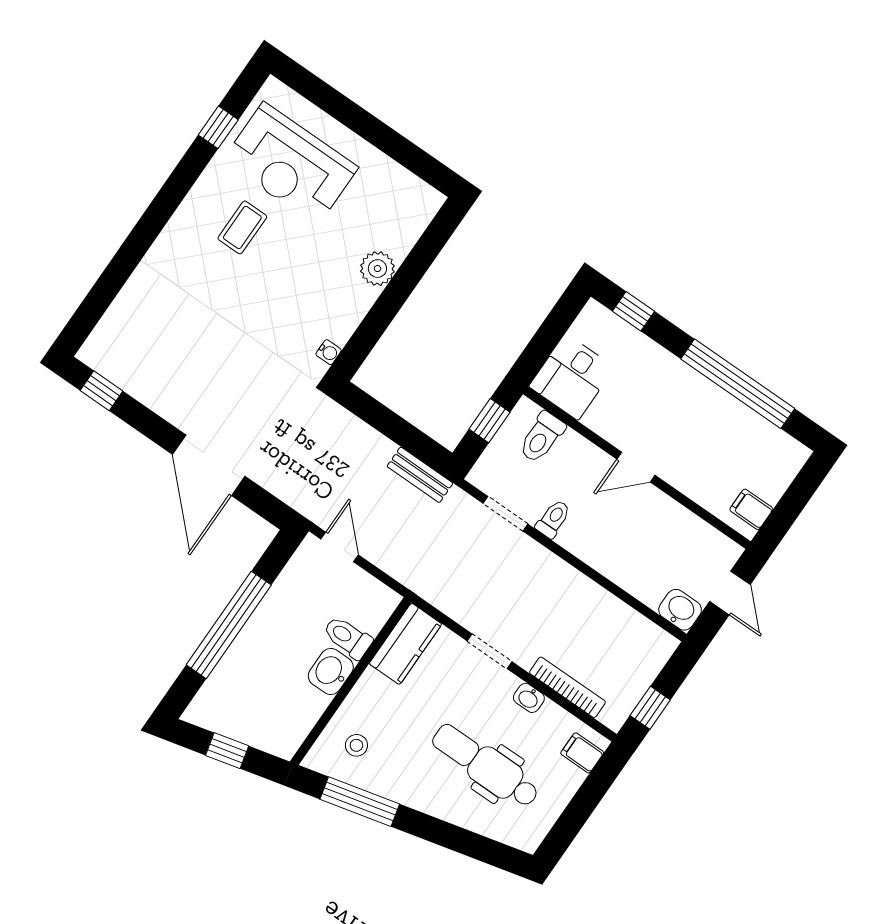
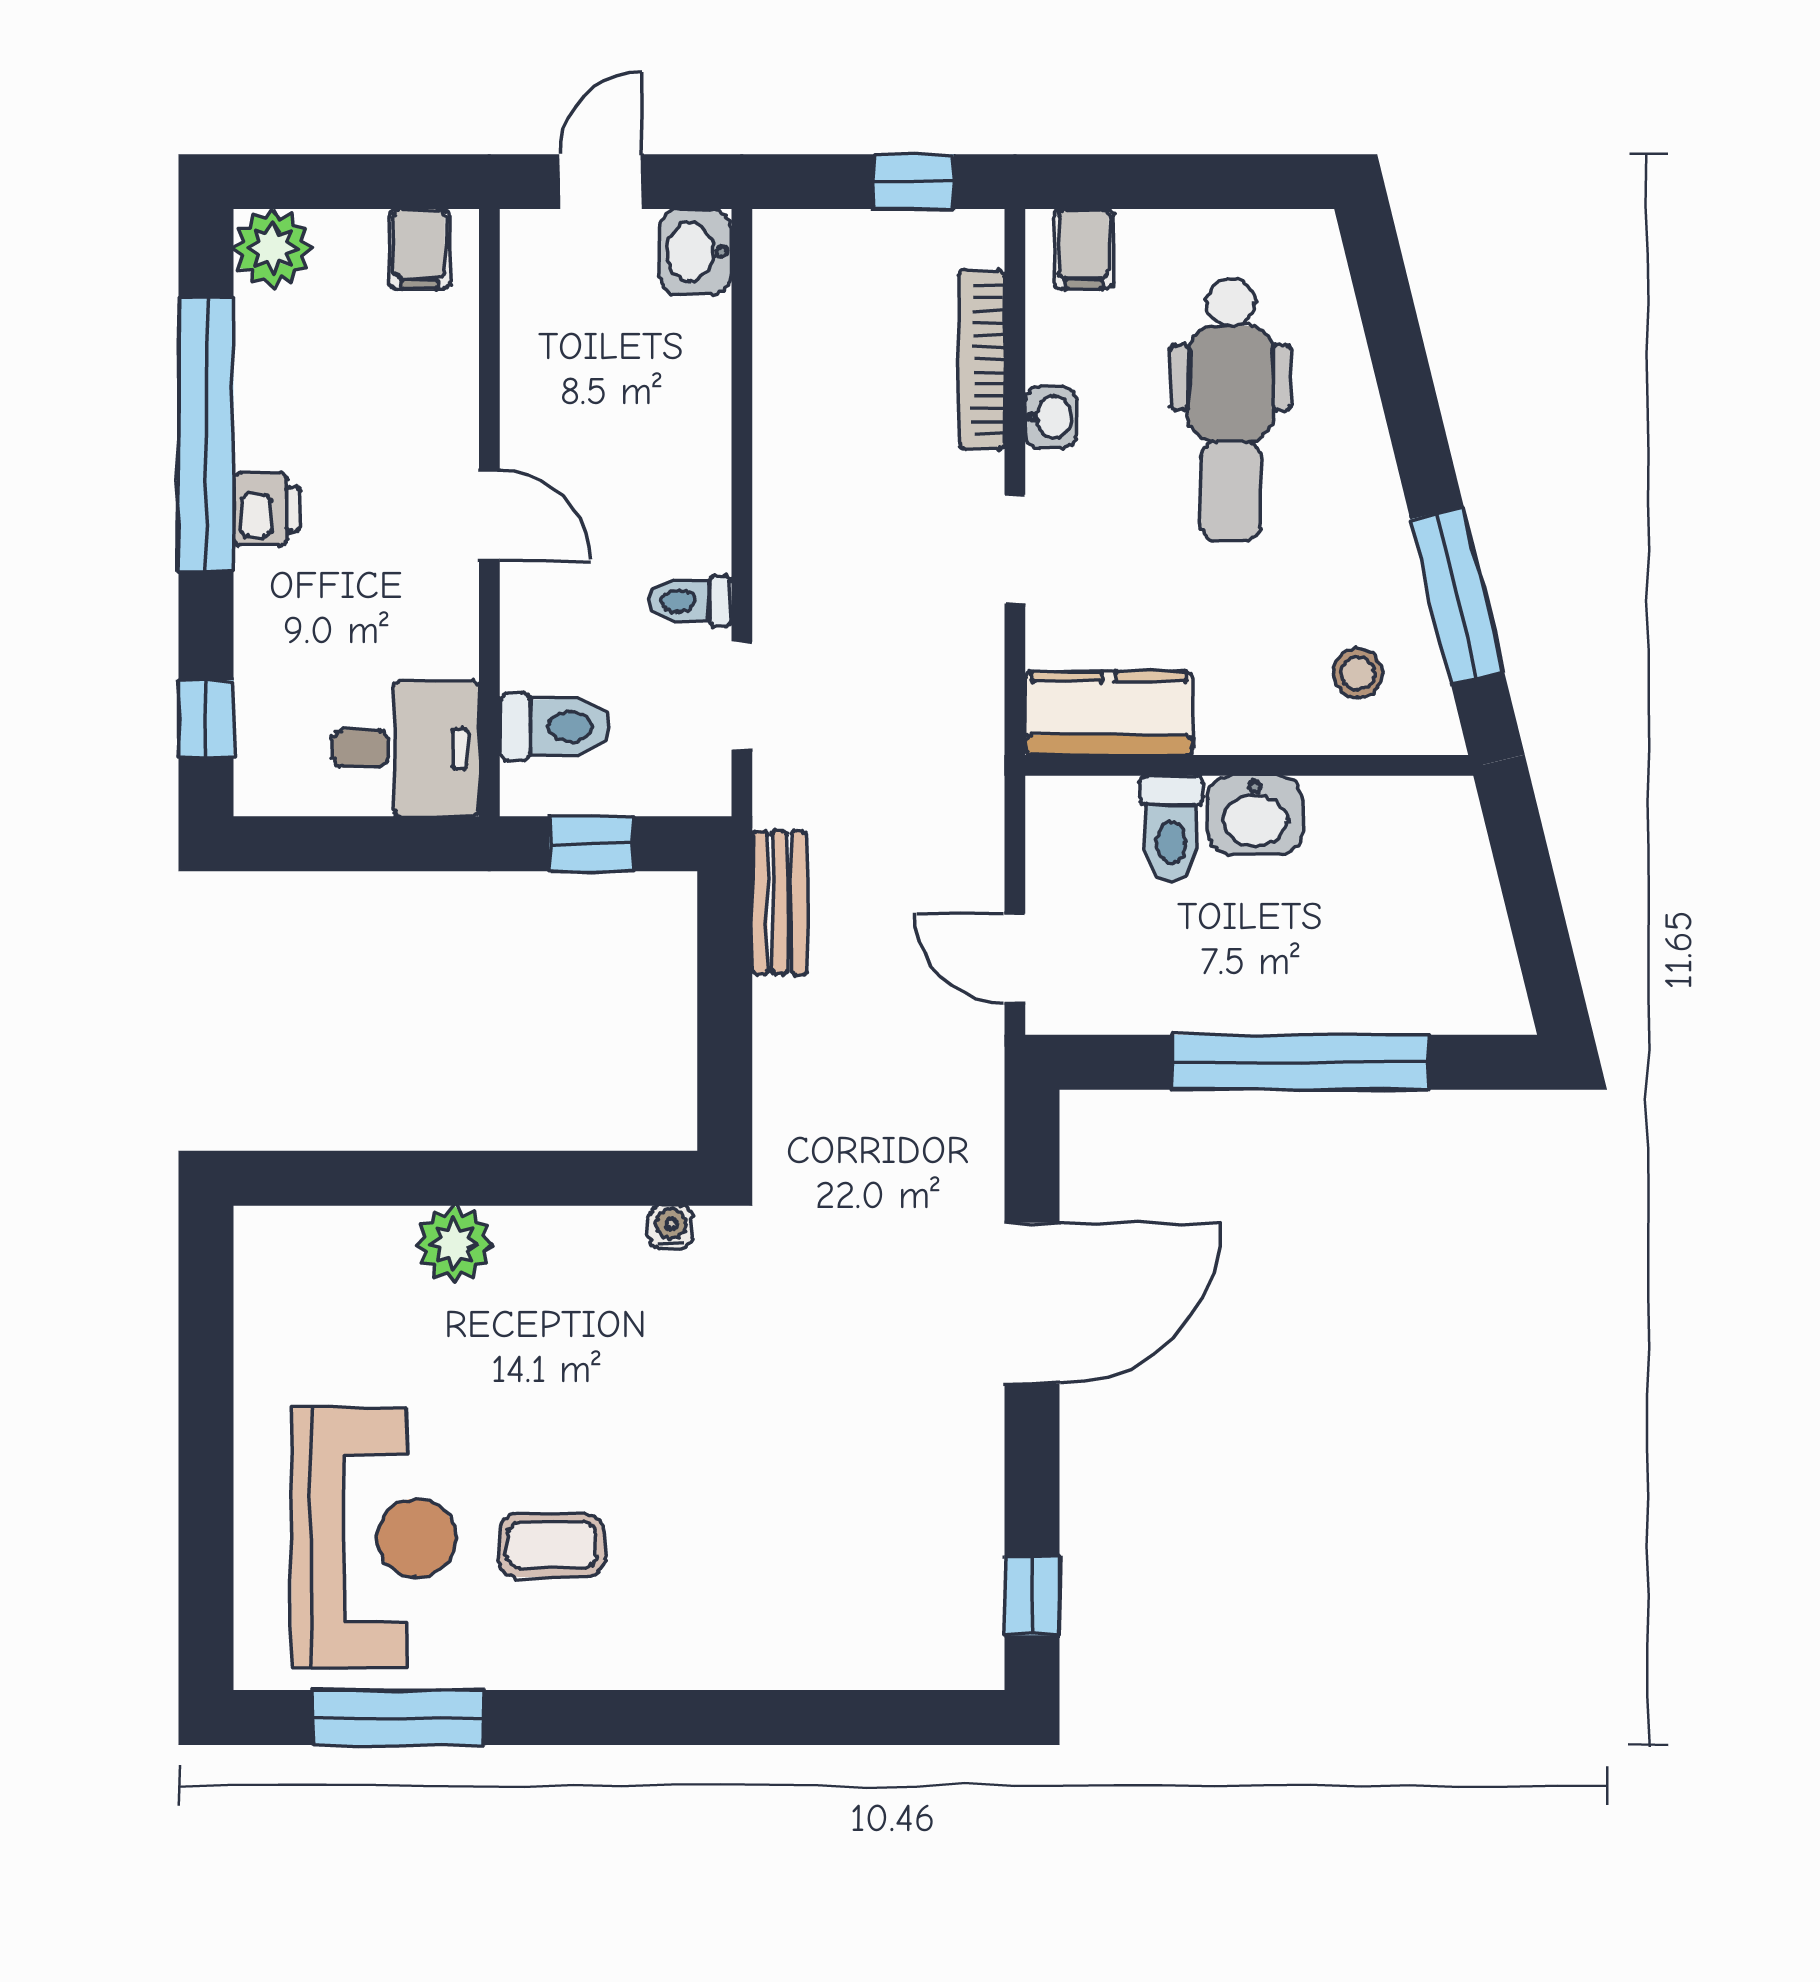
window: (218, 127) -> (398, 1718), width x2.17
printer: (695, 387) -> (267, 509), added
plant: (789, 456) -> (273, 248), added
door: (340, 547) -> (1015, 958), hinge flipped
window: (227, 751) -> (1533, 905), removed

